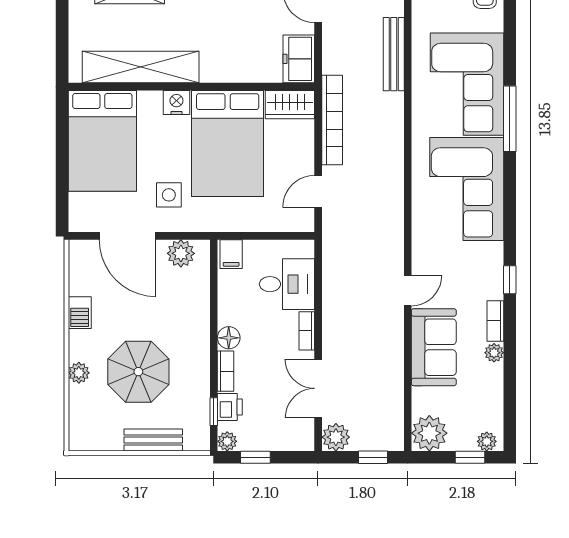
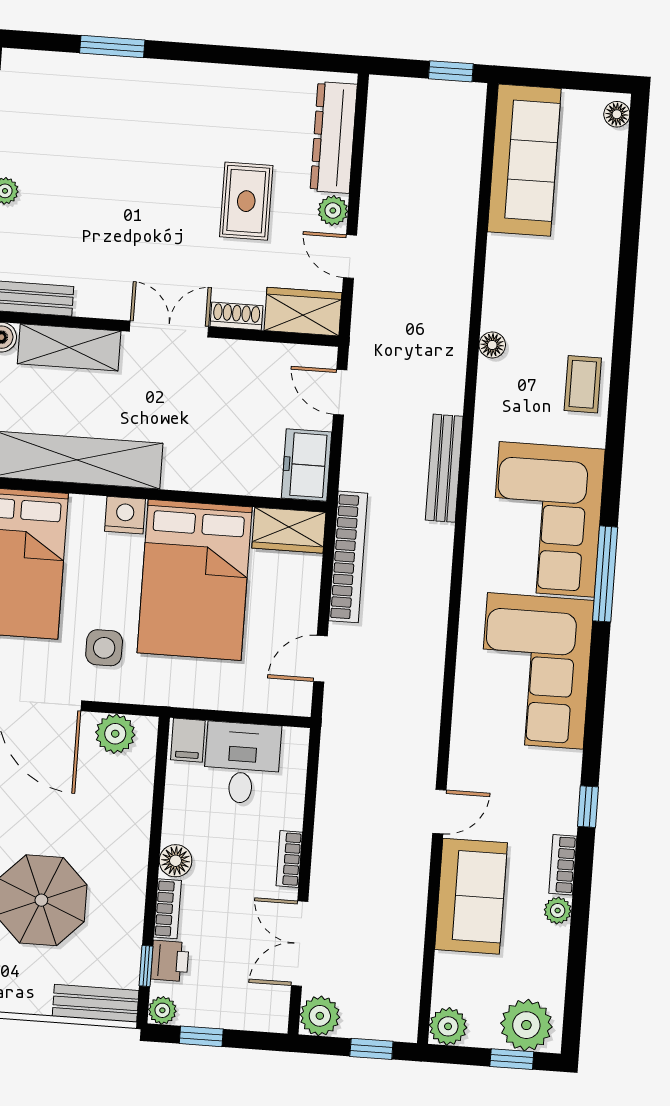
desk: (287, 284) -> (242, 763), moved, turned -90
plant: (429, 433) -> (448, 1026), width x0.73, depth x0.73
bench: (153, 440) -> (96, 1003), moved
plant: (487, 441) -> (526, 1025), width x1.88, depth x1.88

